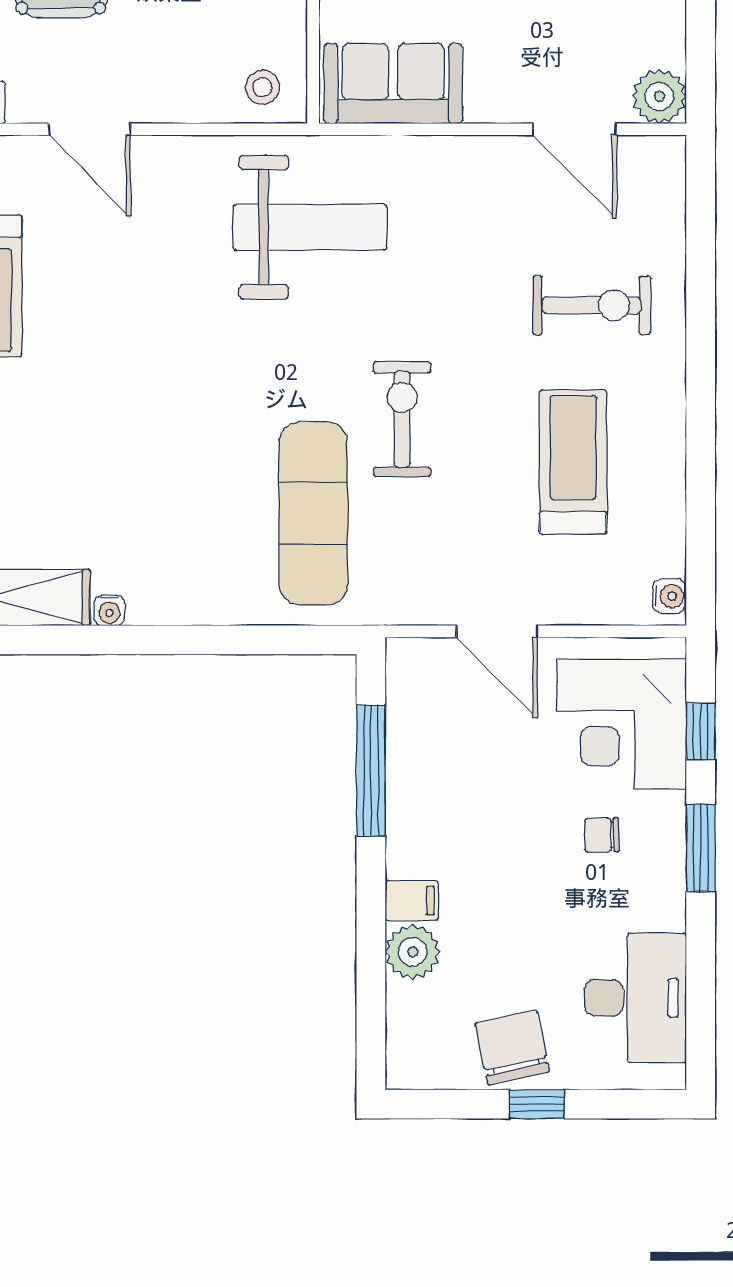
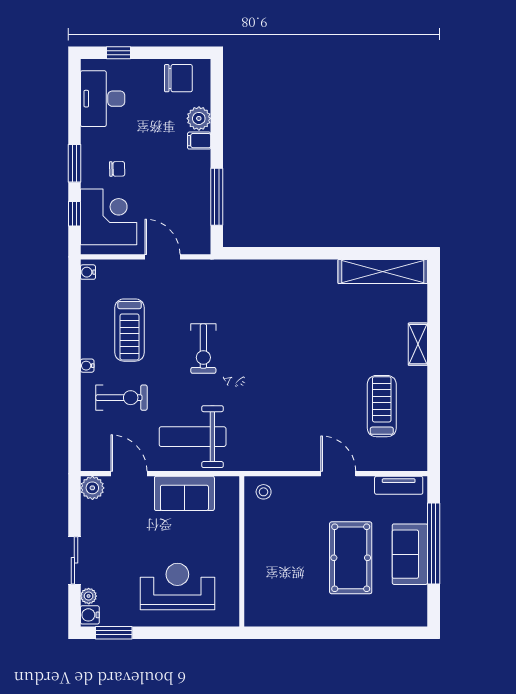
sofa: (393, 84) -> (184, 493), moved
weight bench: (310, 227) -> (193, 437), moved
exercise bike: (592, 305) -> (121, 398), turned 180
exercise mat: (313, 513) -> (242, 308), removed
water cooler: (109, 610) -> (87, 366), moved, turned -90
chair: (512, 1047) -> (178, 78), moved, turned -78
window: (537, 1104) -> (118, 53), moved

